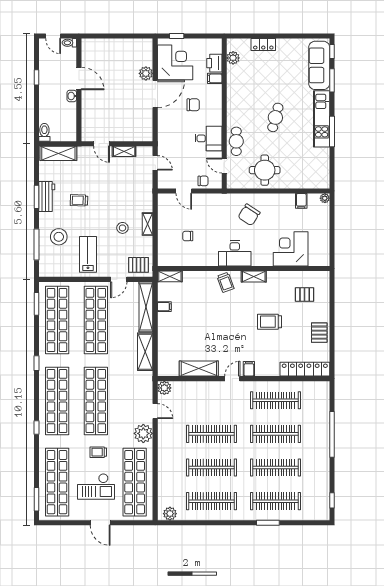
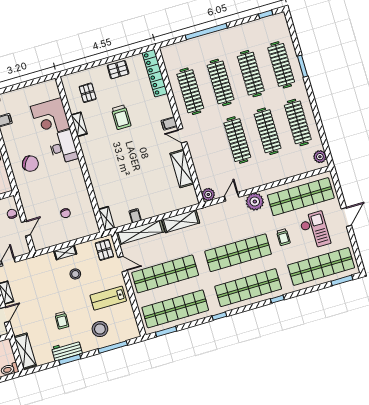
desk: (235, 253) -> (63, 147), moved
shelving: (254, 276) -> (79, 124), moved
trolley: (225, 282) -> (97, 167), removed

